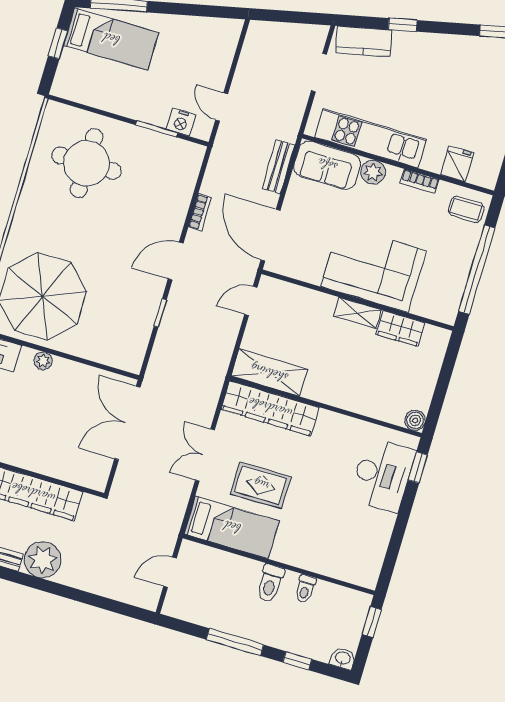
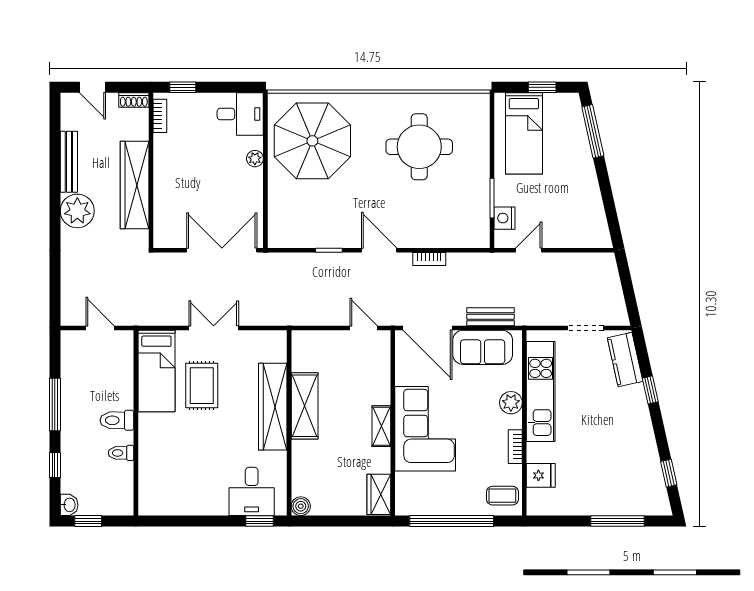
bed: (111, 39) -> (524, 133), moved
round table: (86, 163) -> (419, 147), moved
sofa: (327, 165) -> (483, 347), moved, turned -90
coffee table: (466, 209) -> (502, 496), turned 90
door: (270, 235) -> (428, 328), swing flipped
wardrobe: (400, 328) -> (379, 494), moved
shelving: (269, 373) -> (305, 406), moved
wardrobe: (270, 408) -> (273, 407), moved
desk: (382, 475) -> (252, 491), width x0.73
window: (372, 622) -> (88, 521), moved

